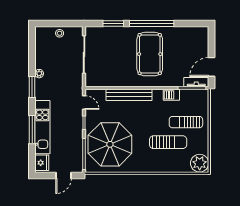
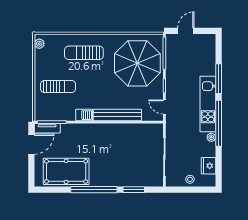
pool table: (150, 54) -> (66, 171), moved, turned 90
window: (32, 87) -> (219, 123), width x2.11
barbecue: (171, 95) -> (84, 115), moved
kitchen unit: (42, 127) -> (208, 104), moved
sun lounger: (168, 142) -> (84, 53), moved
fridge: (42, 163) -> (209, 166), moved
plant: (200, 163) -> (39, 44), width x0.53, depth x0.53

